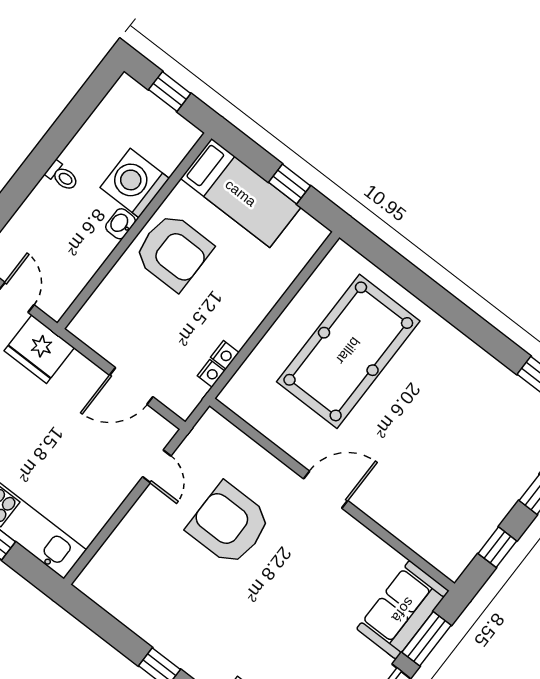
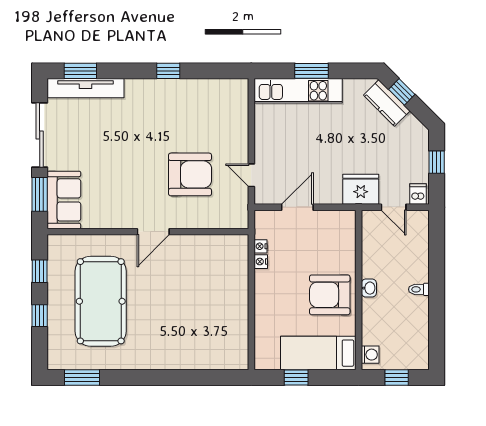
washing machine: (135, 183) -> (370, 355), moved, width x0.53, depth x0.53
pool table: (348, 351) -> (101, 301), moved

